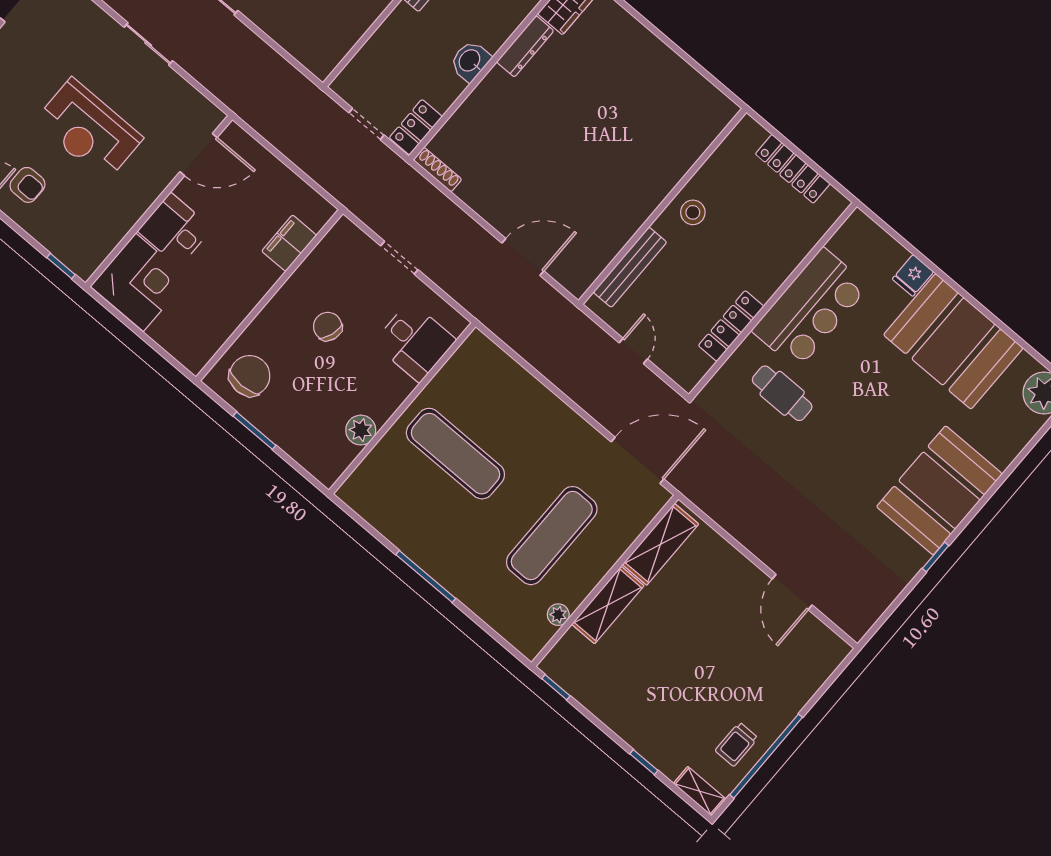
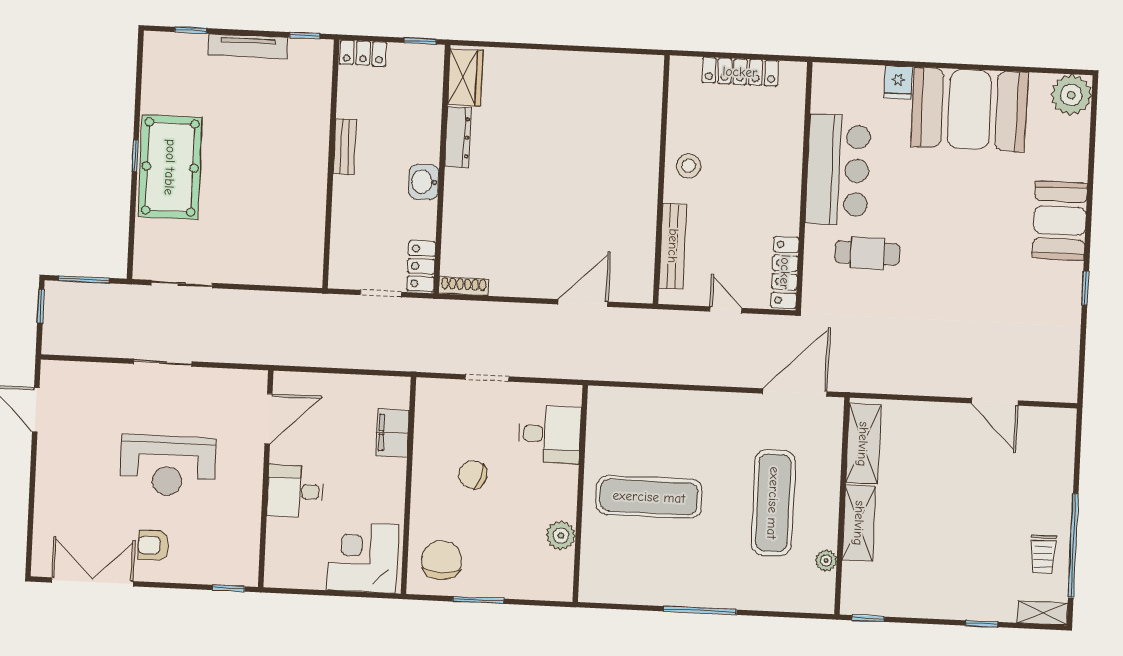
armchair: (27, 185) -> (153, 545), turned 180
corner desk: (140, 282) -> (363, 557), moved, turned -90
locker: (731, 326) -> (785, 272), moved
booth: (939, 490) -> (1060, 220), width x0.73, depth x0.70

